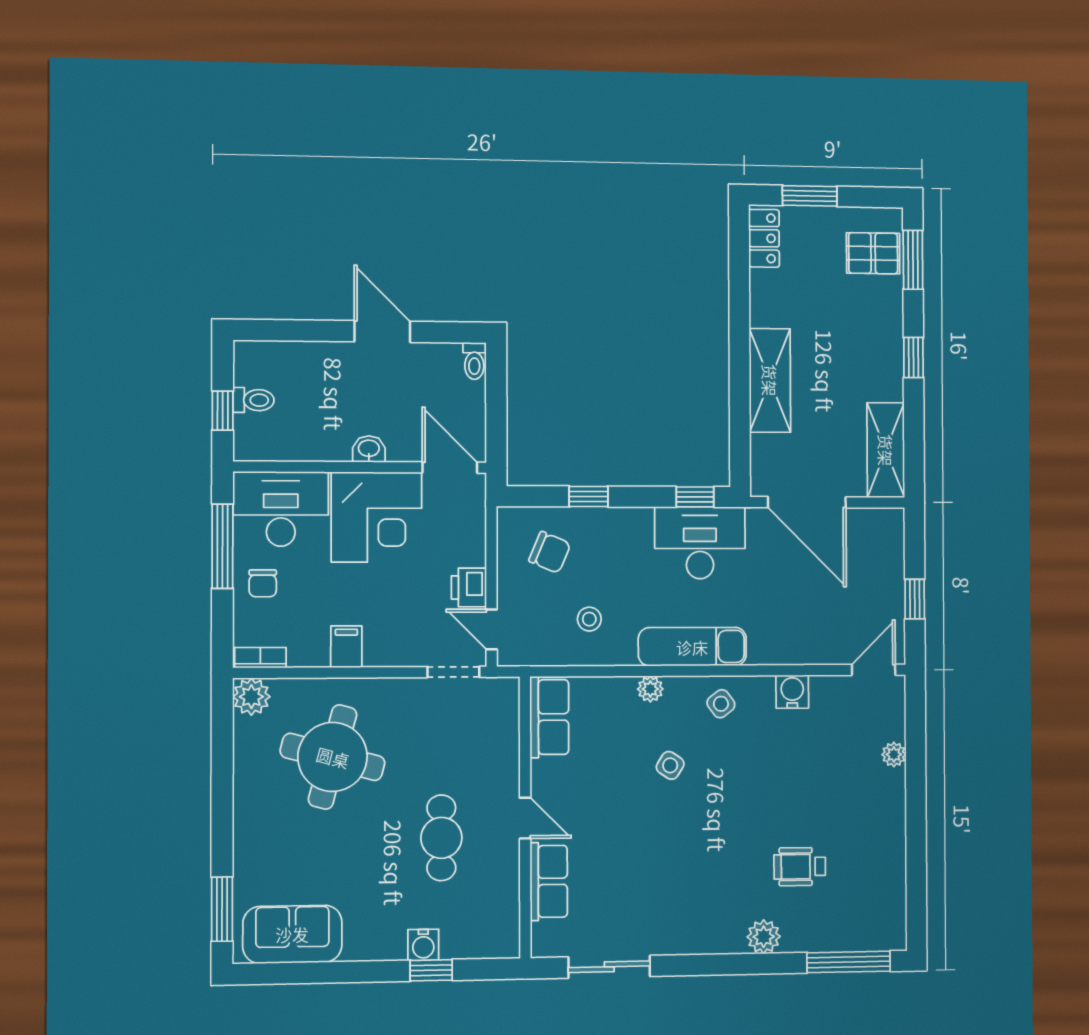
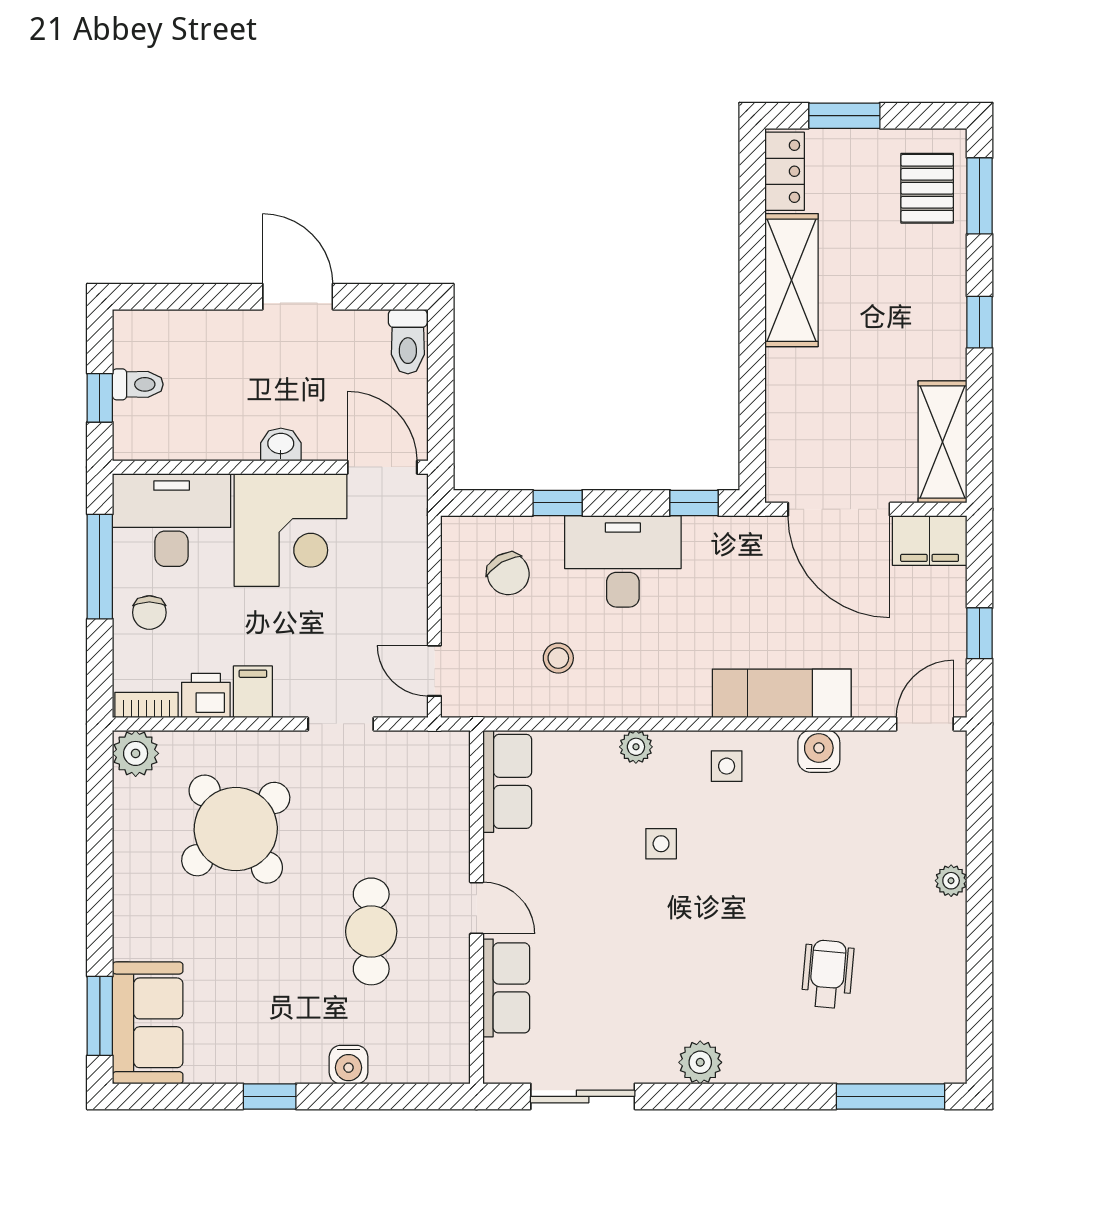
pallet: (873, 253) -> (927, 188), turned 90
toilet: (474, 361) -> (408, 342), width x1.37, depth x1.39
shelving: (770, 380) -> (791, 280), moved
filing cabinet: (876, 527) -> (930, 540), added
desk: (700, 543) -> (623, 561), moved
chair: (550, 552) -> (508, 574), turned 37
printer: (469, 587) -> (206, 696), moved, turned 90
exam couch: (692, 647) -> (782, 693), moved
doorway: (453, 672) -> (341, 724), moved
side table: (721, 704) -> (727, 766), turned 37
plant: (894, 754) -> (951, 881), moved
round table: (333, 757) -> (236, 829), turned 36
side table: (670, 765) -> (661, 844), turned -33
wheelchair: (800, 867) -> (828, 974), turned 95
sofa: (292, 934) -> (148, 1023), moved, turned 90
plant: (764, 937) -> (700, 1062), moved
window: (431, 970) -> (270, 1096), moved

